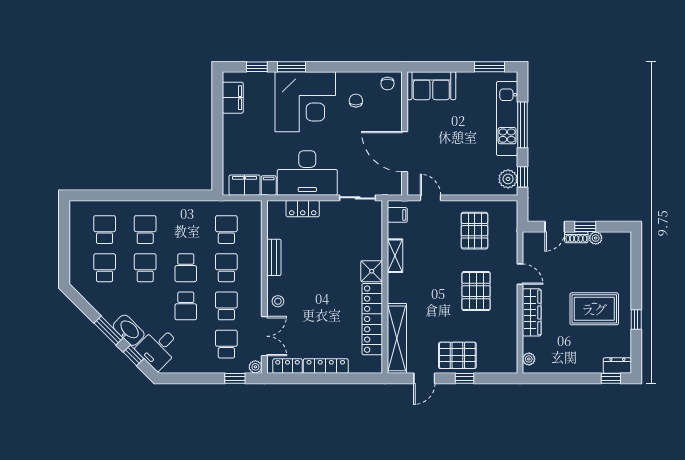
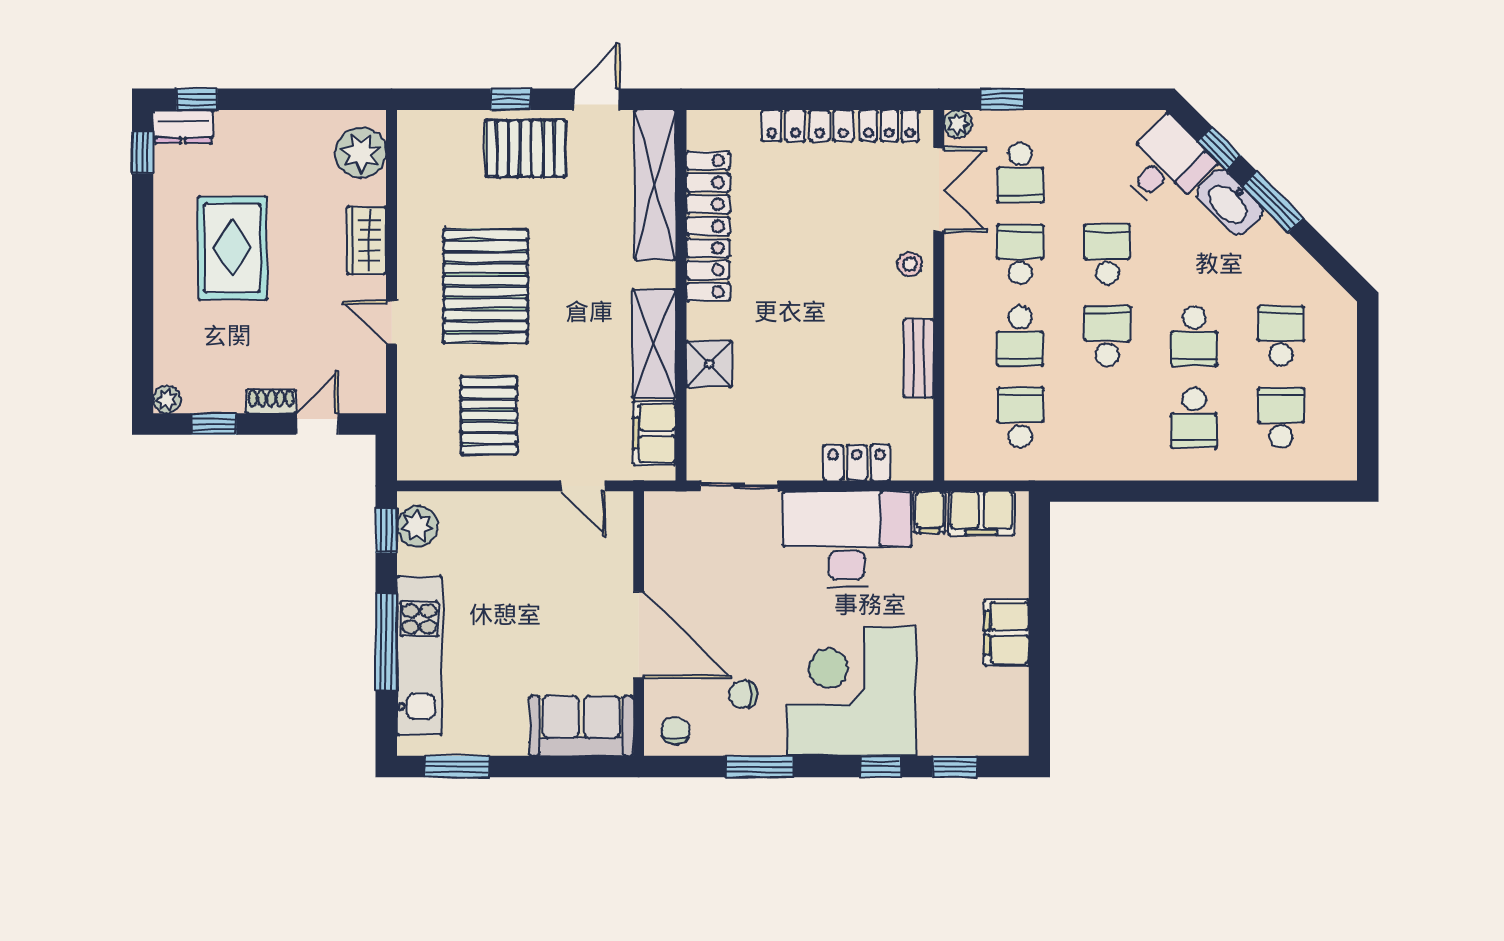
window: (291, 67) -> (881, 767), width x0.67
window: (348, 67) -> (759, 767), added
filing cabinet: (233, 98) -> (1007, 633), moved
chair: (356, 101) -> (743, 694), turned 90
door: (405, 152) -> (639, 635), moved
filing cabinet: (397, 215) -> (654, 433), width x2.00
window: (585, 227) -> (214, 424), moved
school desk: (105, 230) -> (1281, 418), turned 180
school desk: (226, 230) -> (1020, 418), turned 180
plant: (596, 238) -> (167, 400), moved
shelving: (395, 256) -> (654, 344), width x1.50, depth x1.33
school desk: (105, 268) -> (1281, 336), turned 180
shower: (372, 271) -> (709, 364), moved
pallet: (476, 291) -> (486, 286), width x1.37, depth x1.41
school desk: (226, 306) -> (1020, 254), turned 180
rug: (594, 309) -> (233, 248), turned 90
wardrobe: (532, 312) -> (367, 240), width x0.67
window: (636, 319) -> (143, 152), moved
double door: (264, 336) -> (939, 190), swing flipped
plant: (529, 359) -> (361, 153), width x1.87, depth x1.87

